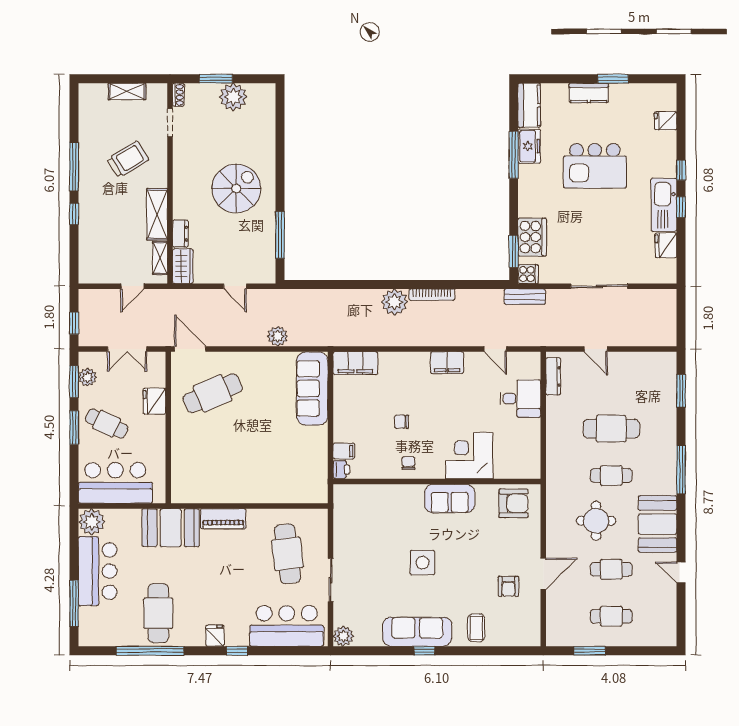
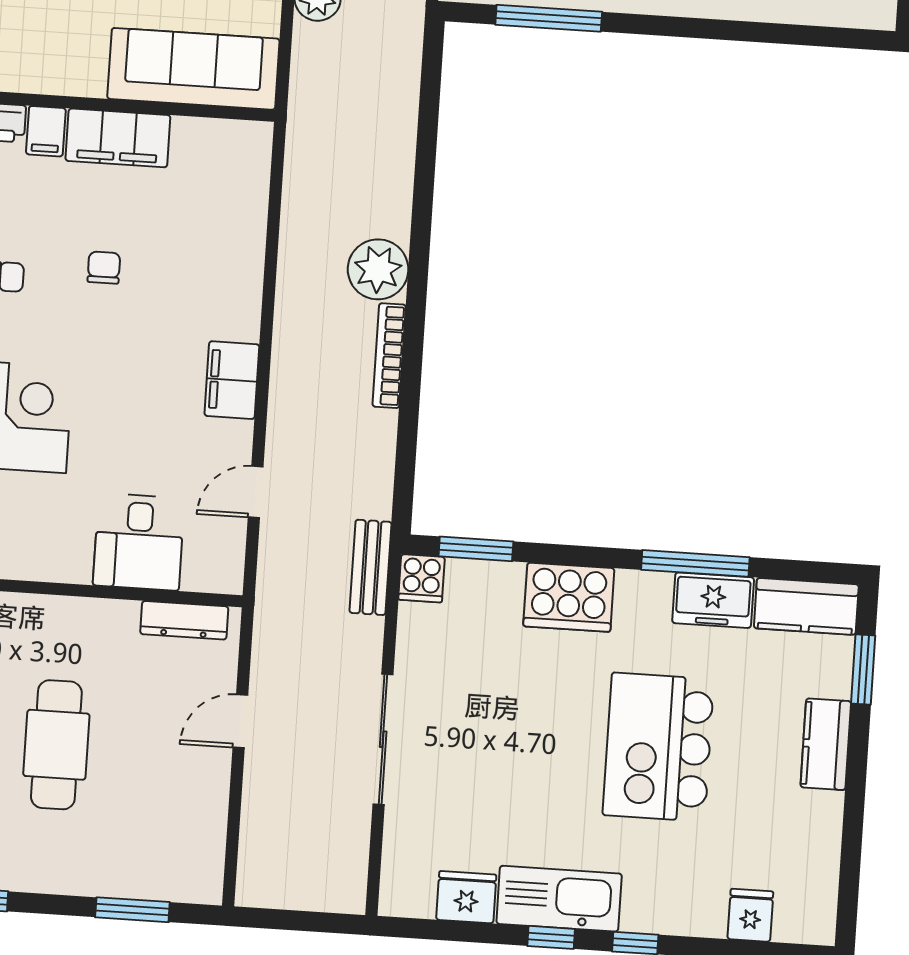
window: (613, 79) -> (863, 670), moved
cooker: (532, 237) -> (569, 597), moved
filing cabinet: (355, 363) -> (118, 138), moved, turned -90

